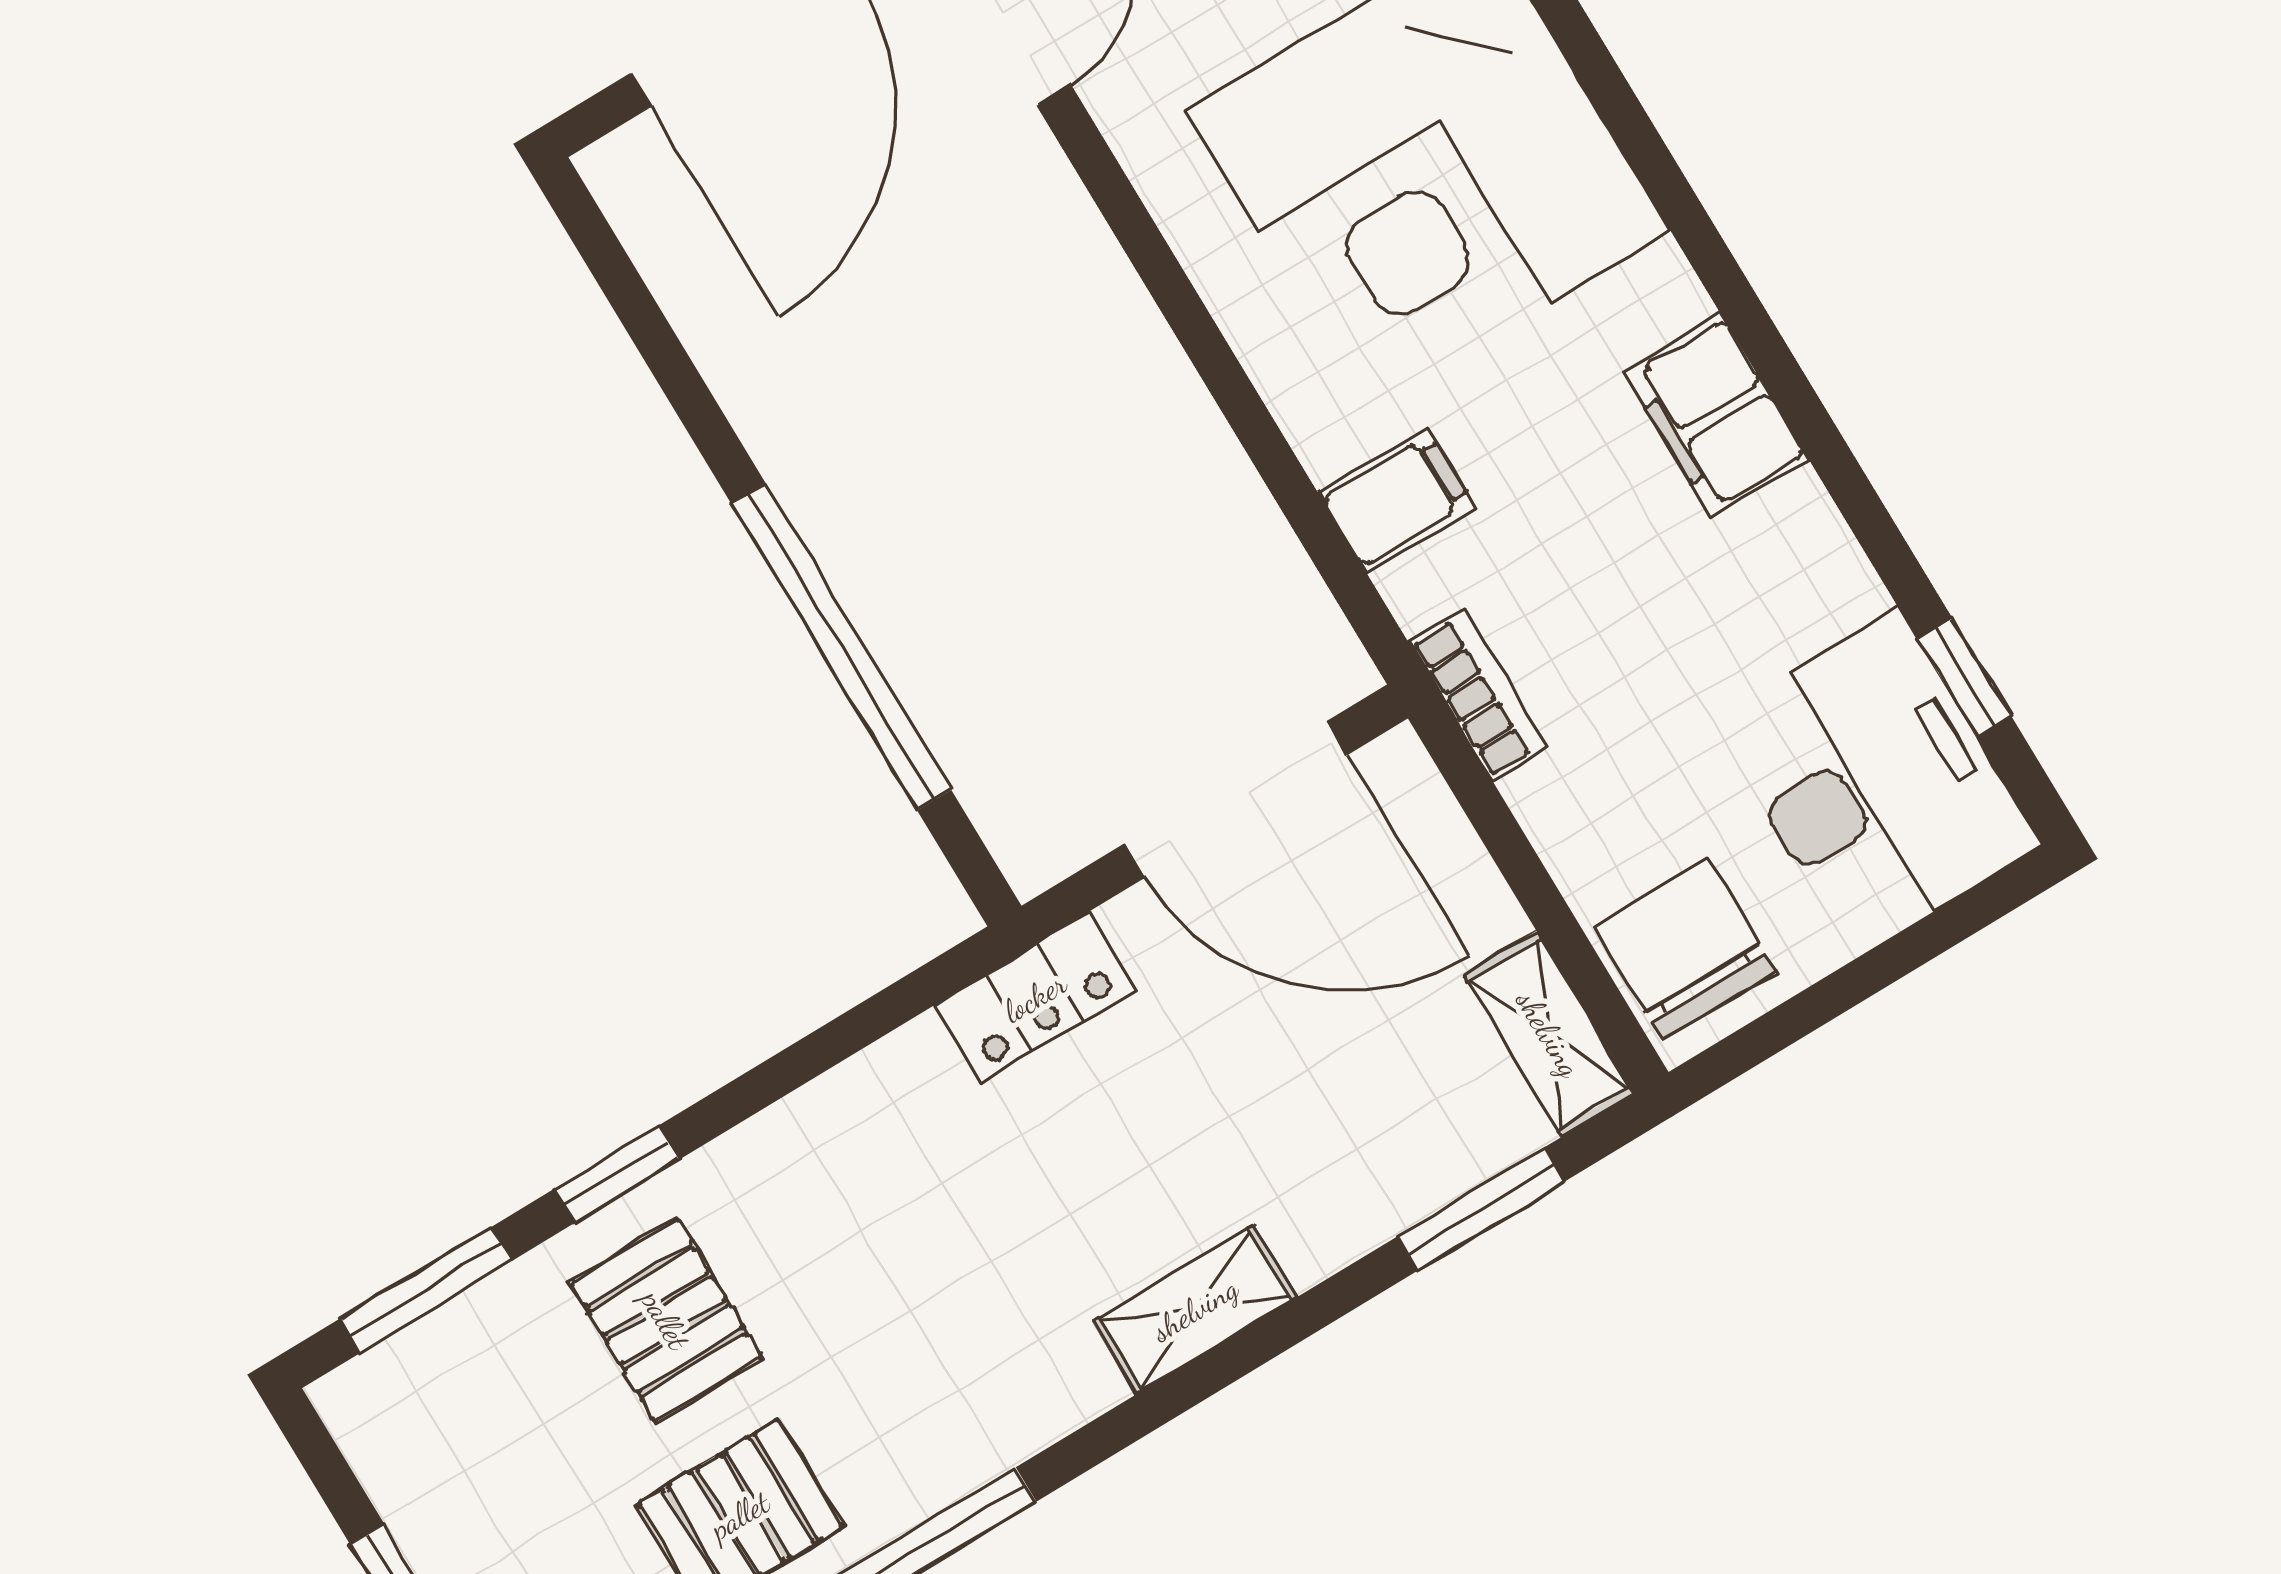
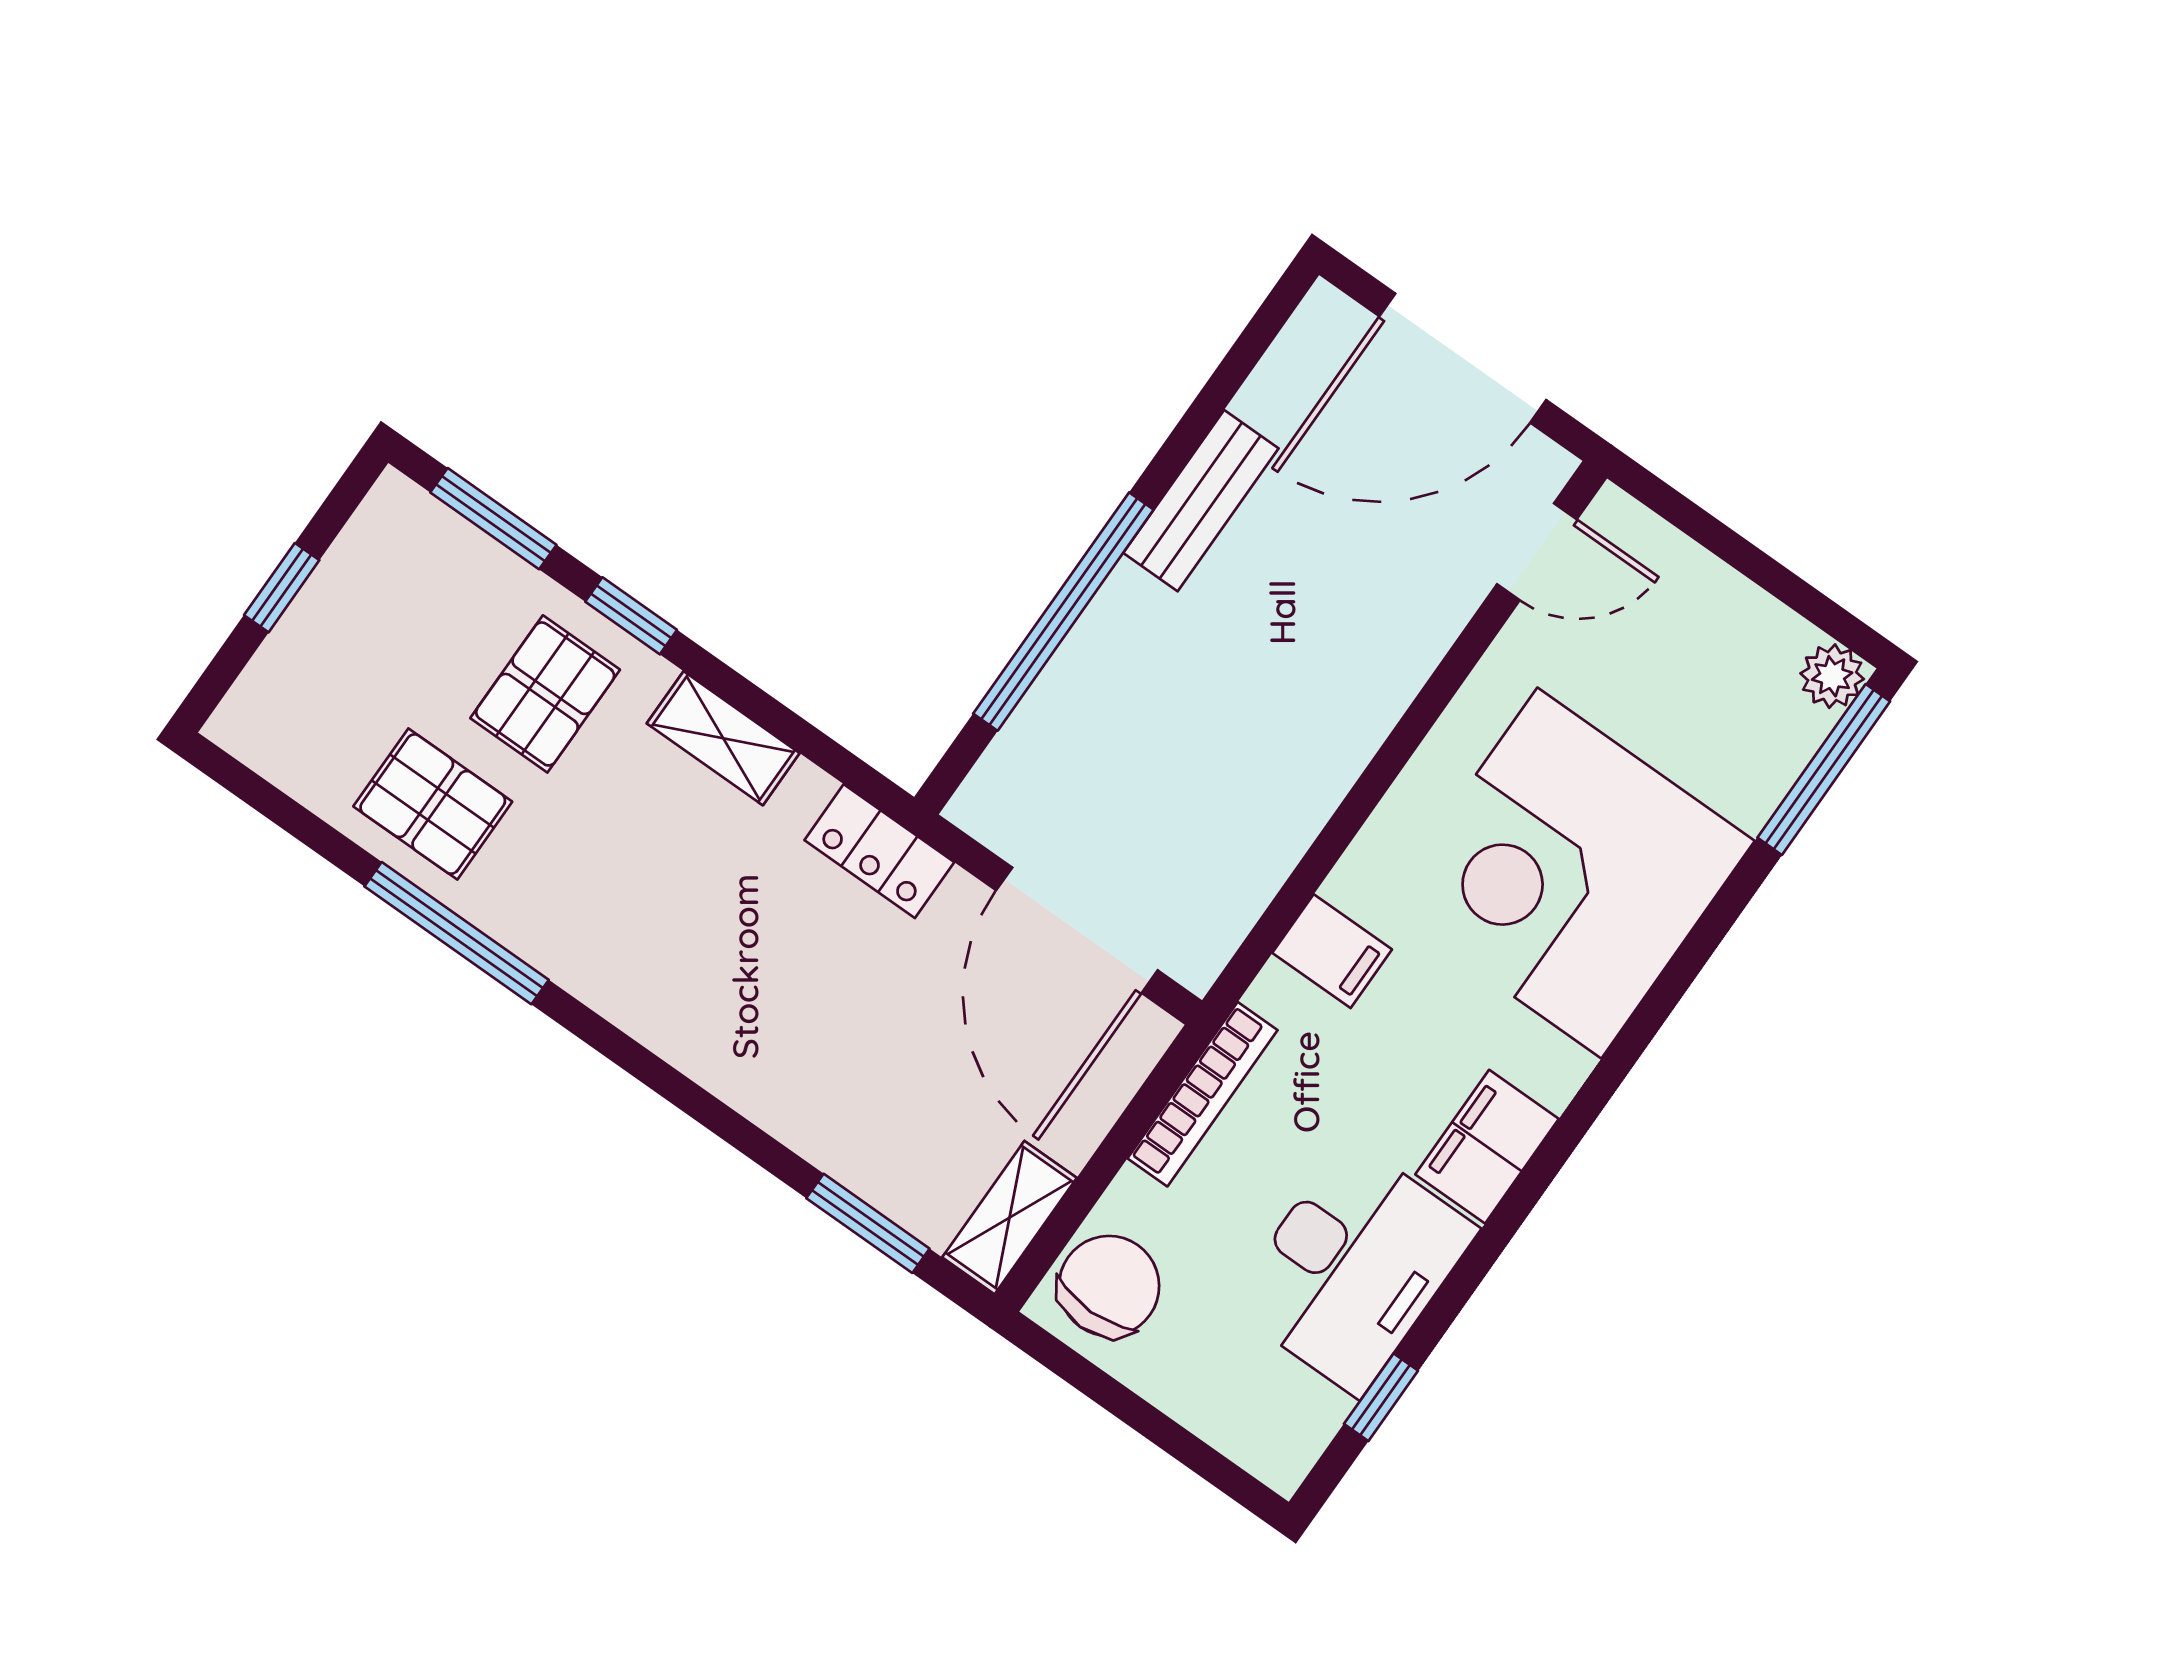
bench: (779, 421) -> (1201, 501), added
bookcase: (1478, 695) -> (1202, 1094), width x1.56
desk: (1876, 783) -> (1353, 1267), moved
shelving: (1195, 1309) -> (723, 738), moved

